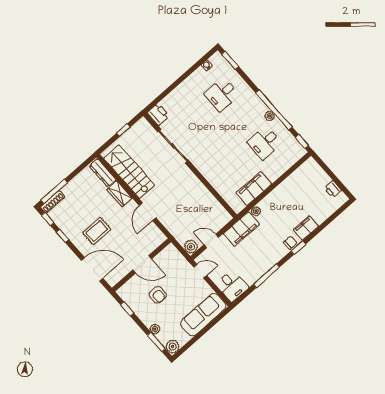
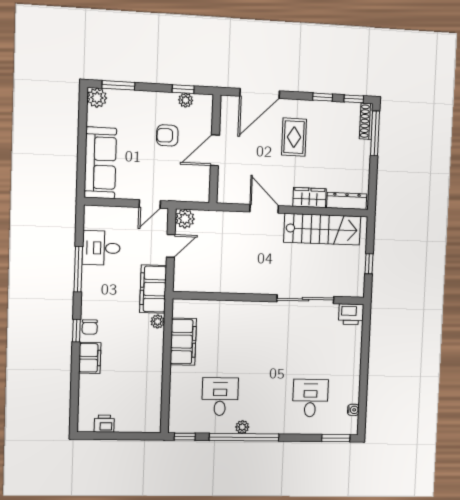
desk: (232, 286) -> (101, 248), moved
plant: (155, 329) -> (186, 100), moved

